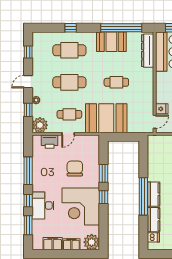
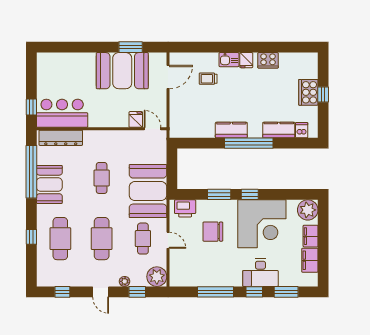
printer: (50, 142) -> (185, 208), moved, turned 90
kitchen counter: (154, 194) -> (231, 130), moved

